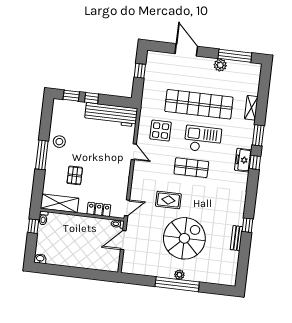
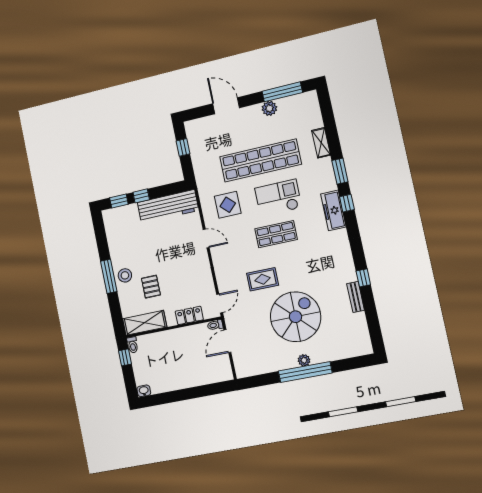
stool: (59, 142) -> (125, 275), moved
freezer: (243, 160) -> (333, 210), width x1.40

